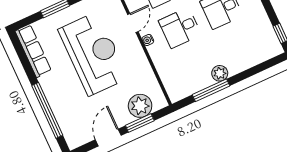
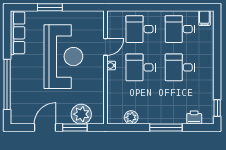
printer: (261, 55) -> (194, 117), added
plant: (220, 73) -> (131, 117), moved
window: (211, 90) -> (166, 127), moved

